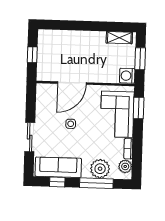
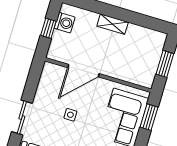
shelving: (119, 38) -> (113, 24), moved
washing machine: (127, 76) -> (65, 23), moved, turned 180

